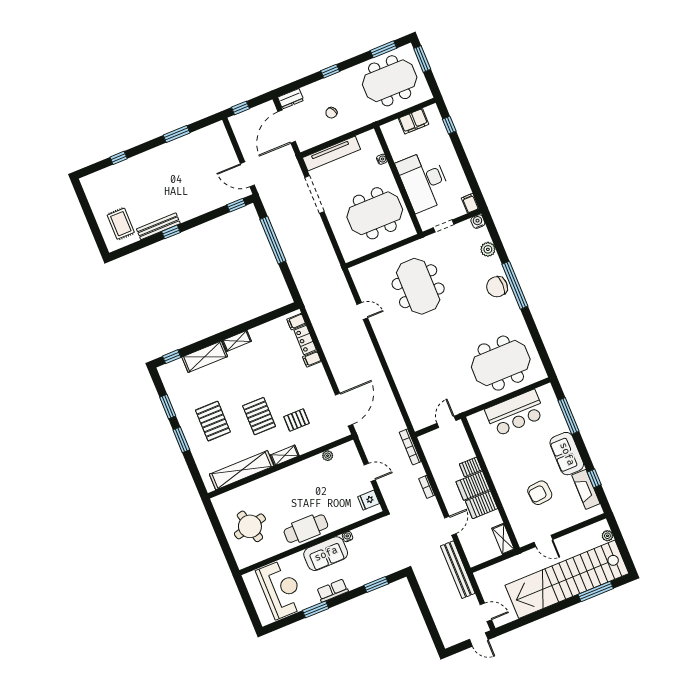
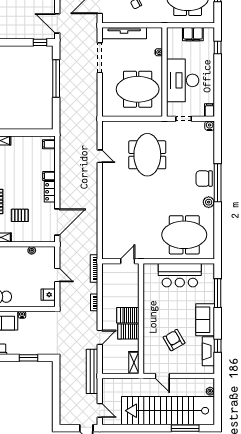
plant: (488, 249) -> (209, 202), moved
locker: (305, 340) -> (50, 192), moved
server rack: (471, 467) -> (132, 301), removed
armchair: (540, 493) -> (174, 340), turned 65

